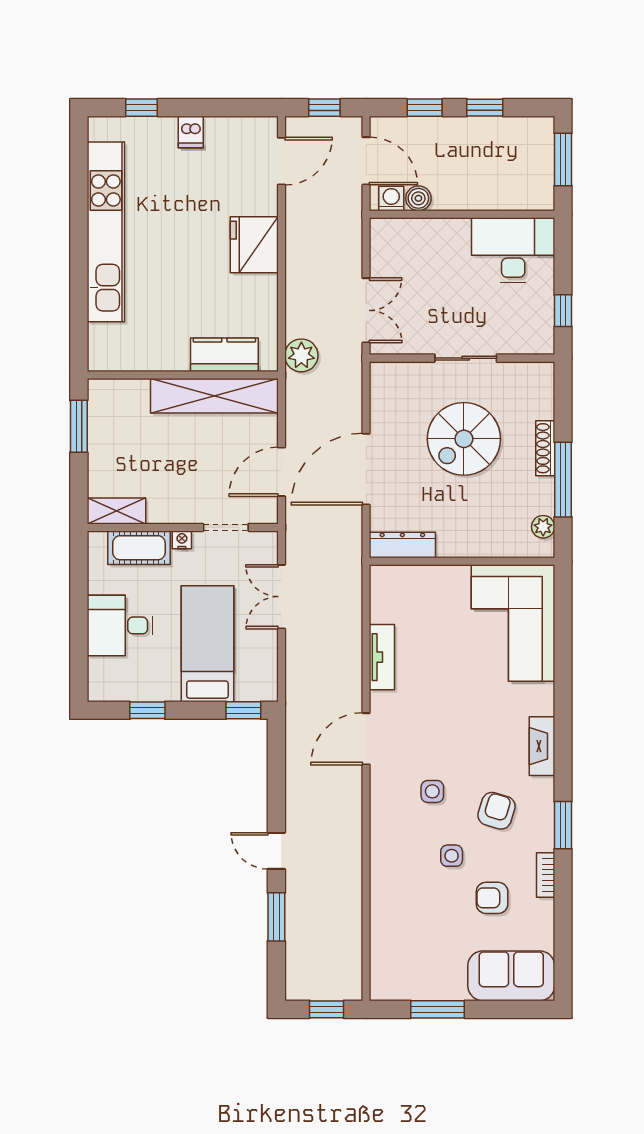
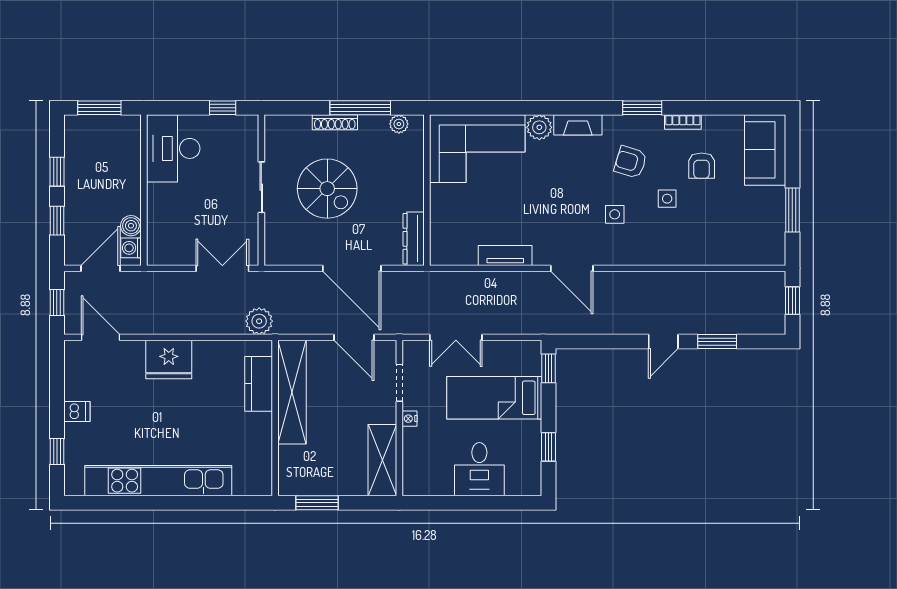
shelving: (116, 511) -> (382, 460), width x1.50, depth x1.33
cot: (139, 548) -> (416, 454), removed
plant: (539, 699) -> (539, 127), added

